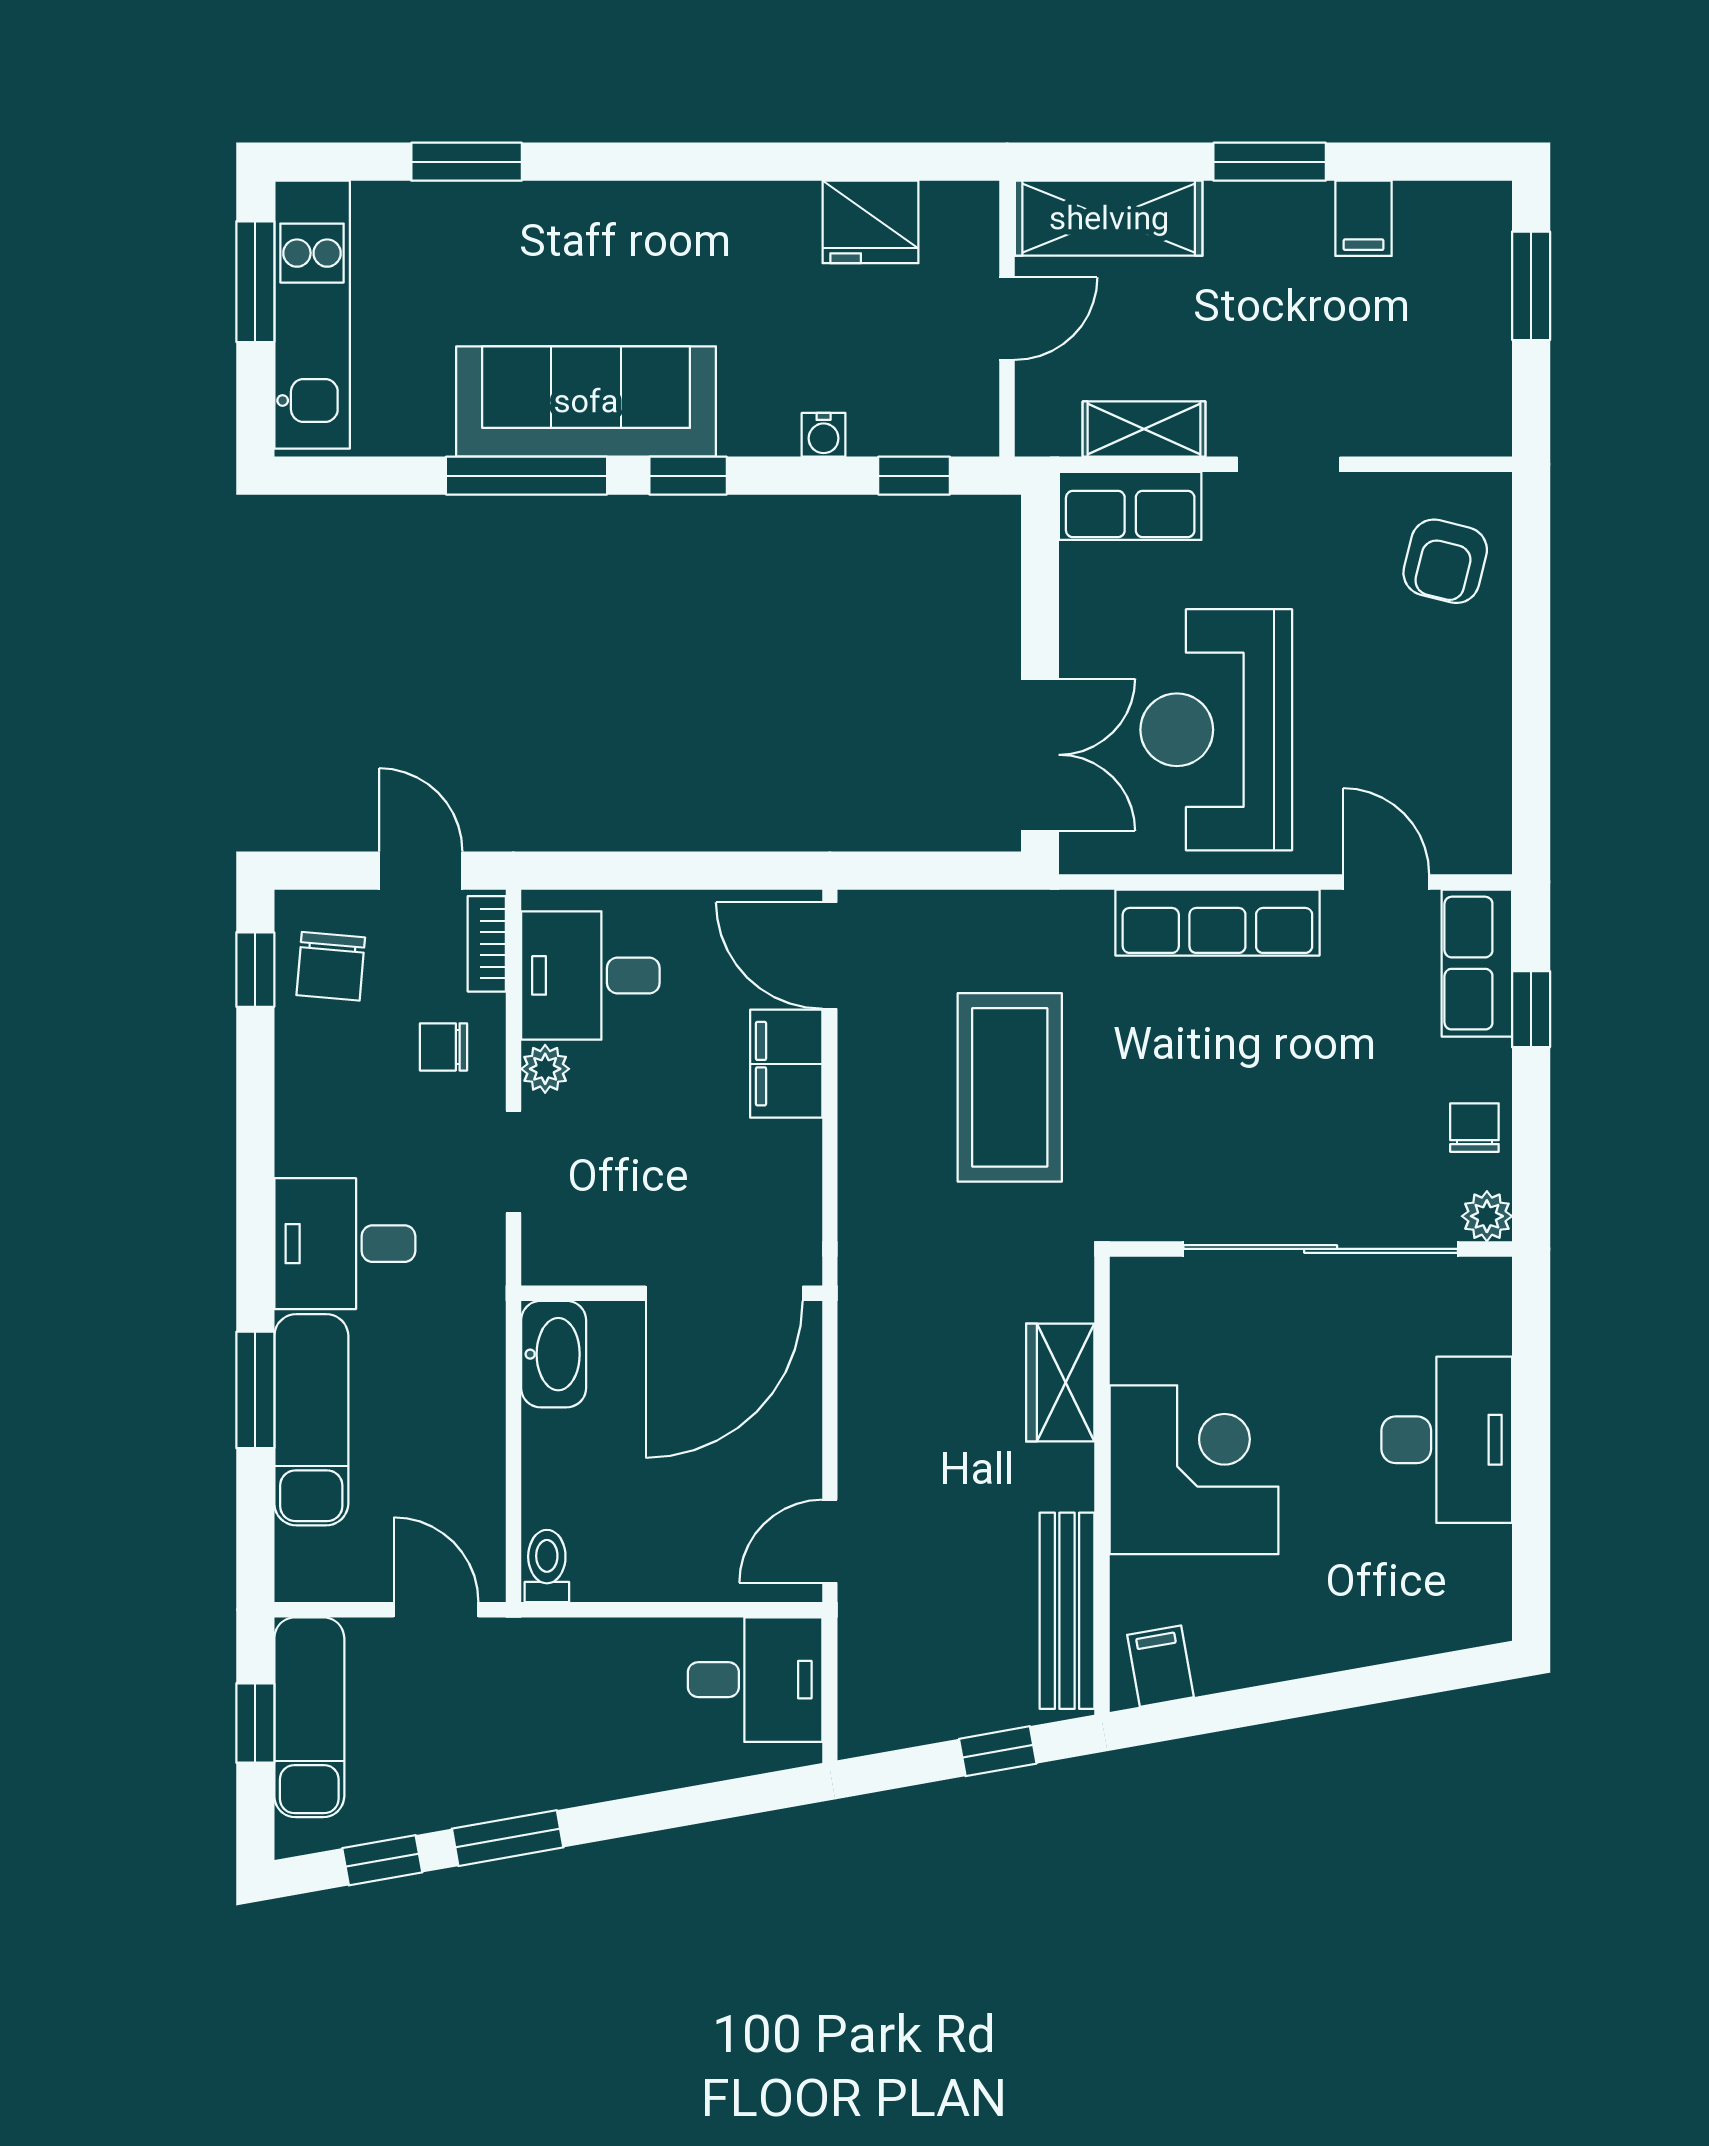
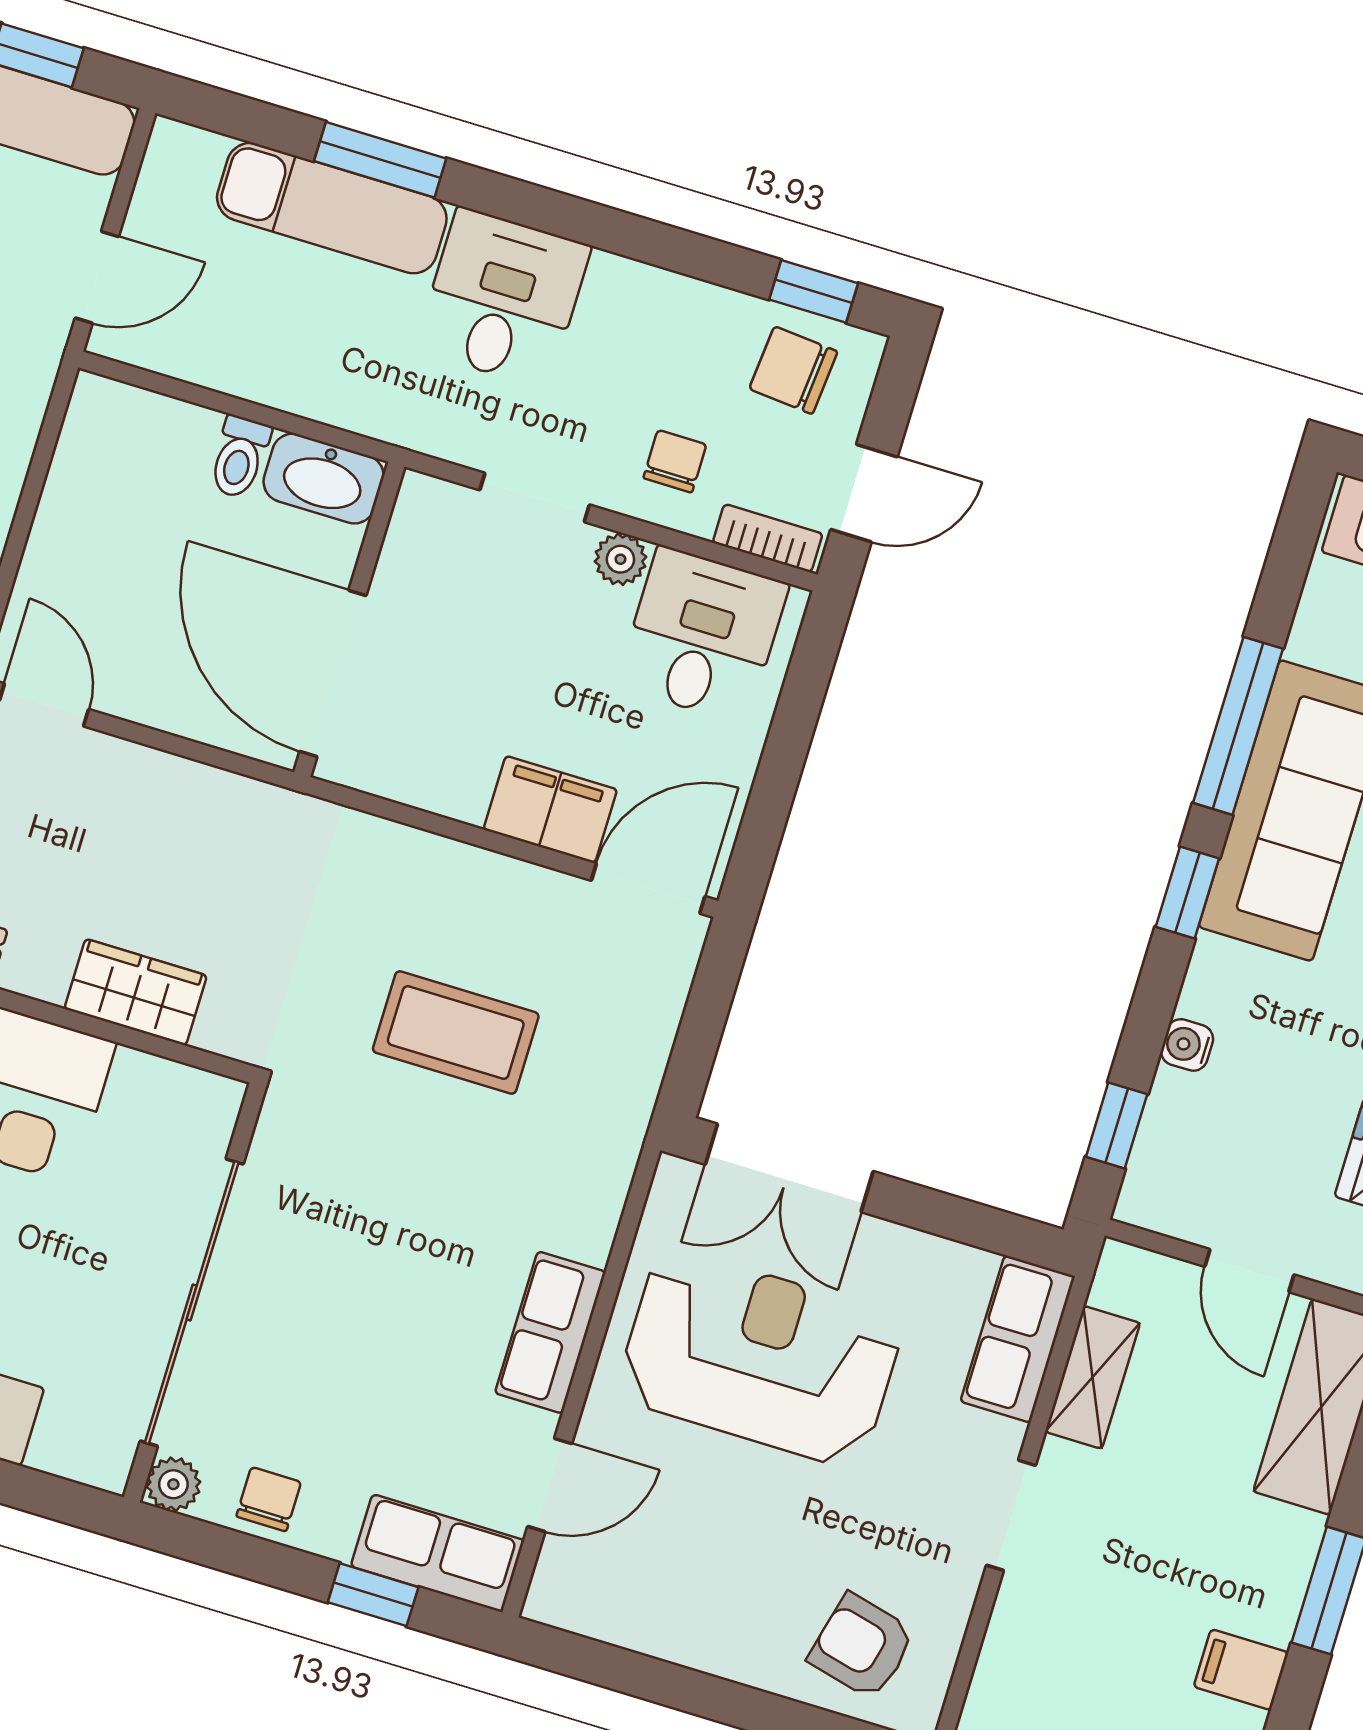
row of seats: (1217, 923) -> (550, 1332), width x0.68
coffee table: (1010, 1087) -> (456, 1033), width x0.73, depth x0.76
chair: (1474, 1128) -> (269, 1499), turned -90
toilet: (547, 1566) -> (239, 457), moved, turned 90

